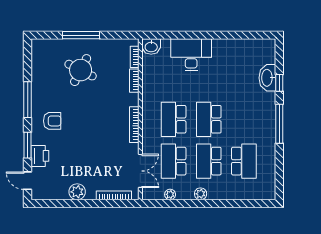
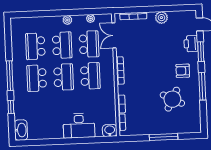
round table: (81, 70) -> (172, 99), moved
washbasin: (267, 78) -> (21, 130), moved
school desk: (244, 119) -> (37, 78), added

